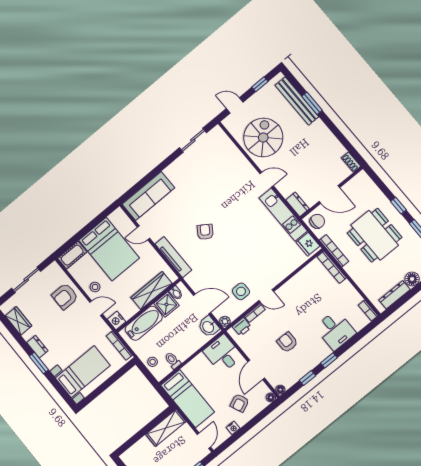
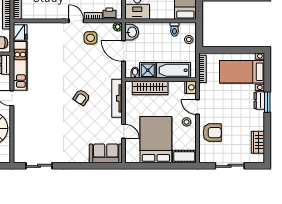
sofa: (148, 196) -> (106, 153), width x0.73
dresser: (37, 347) -> (259, 100), moved

